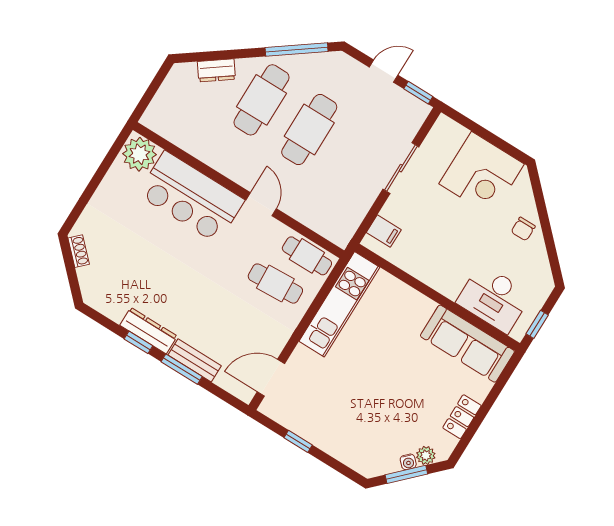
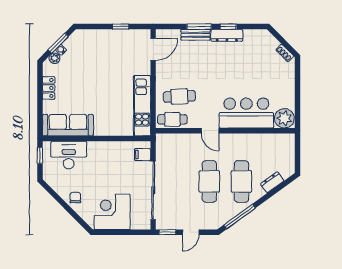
sliding door: (401, 168) -> (153, 190), width x1.86

